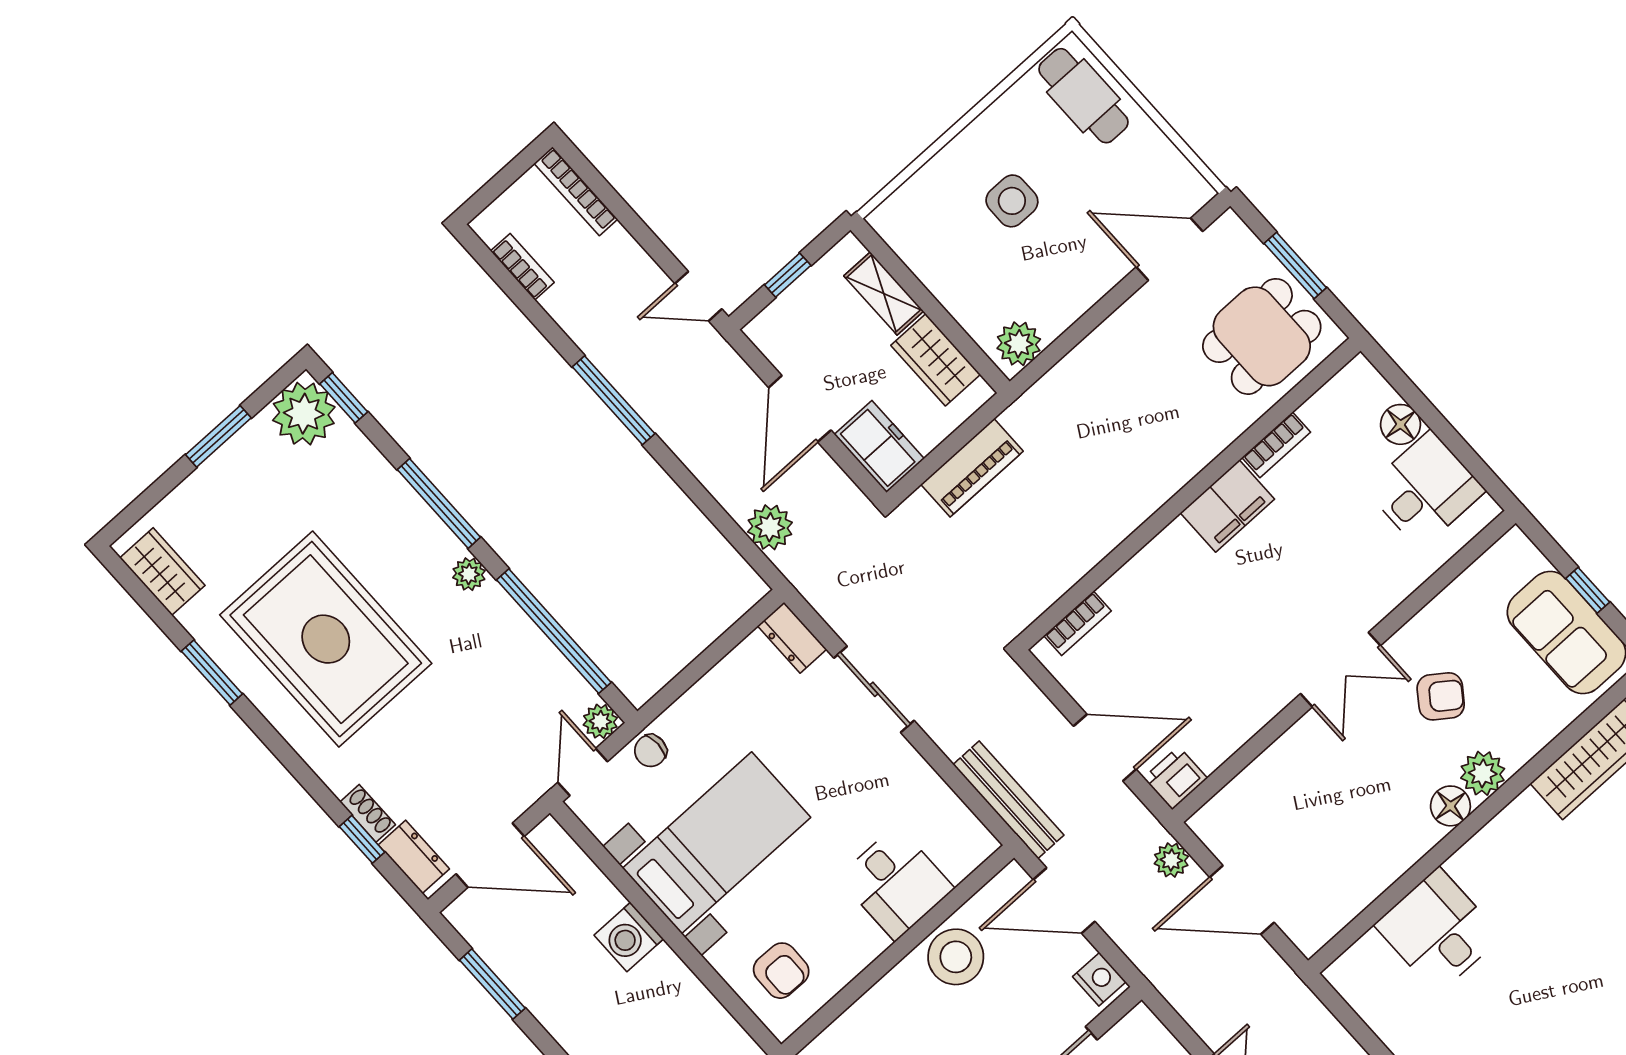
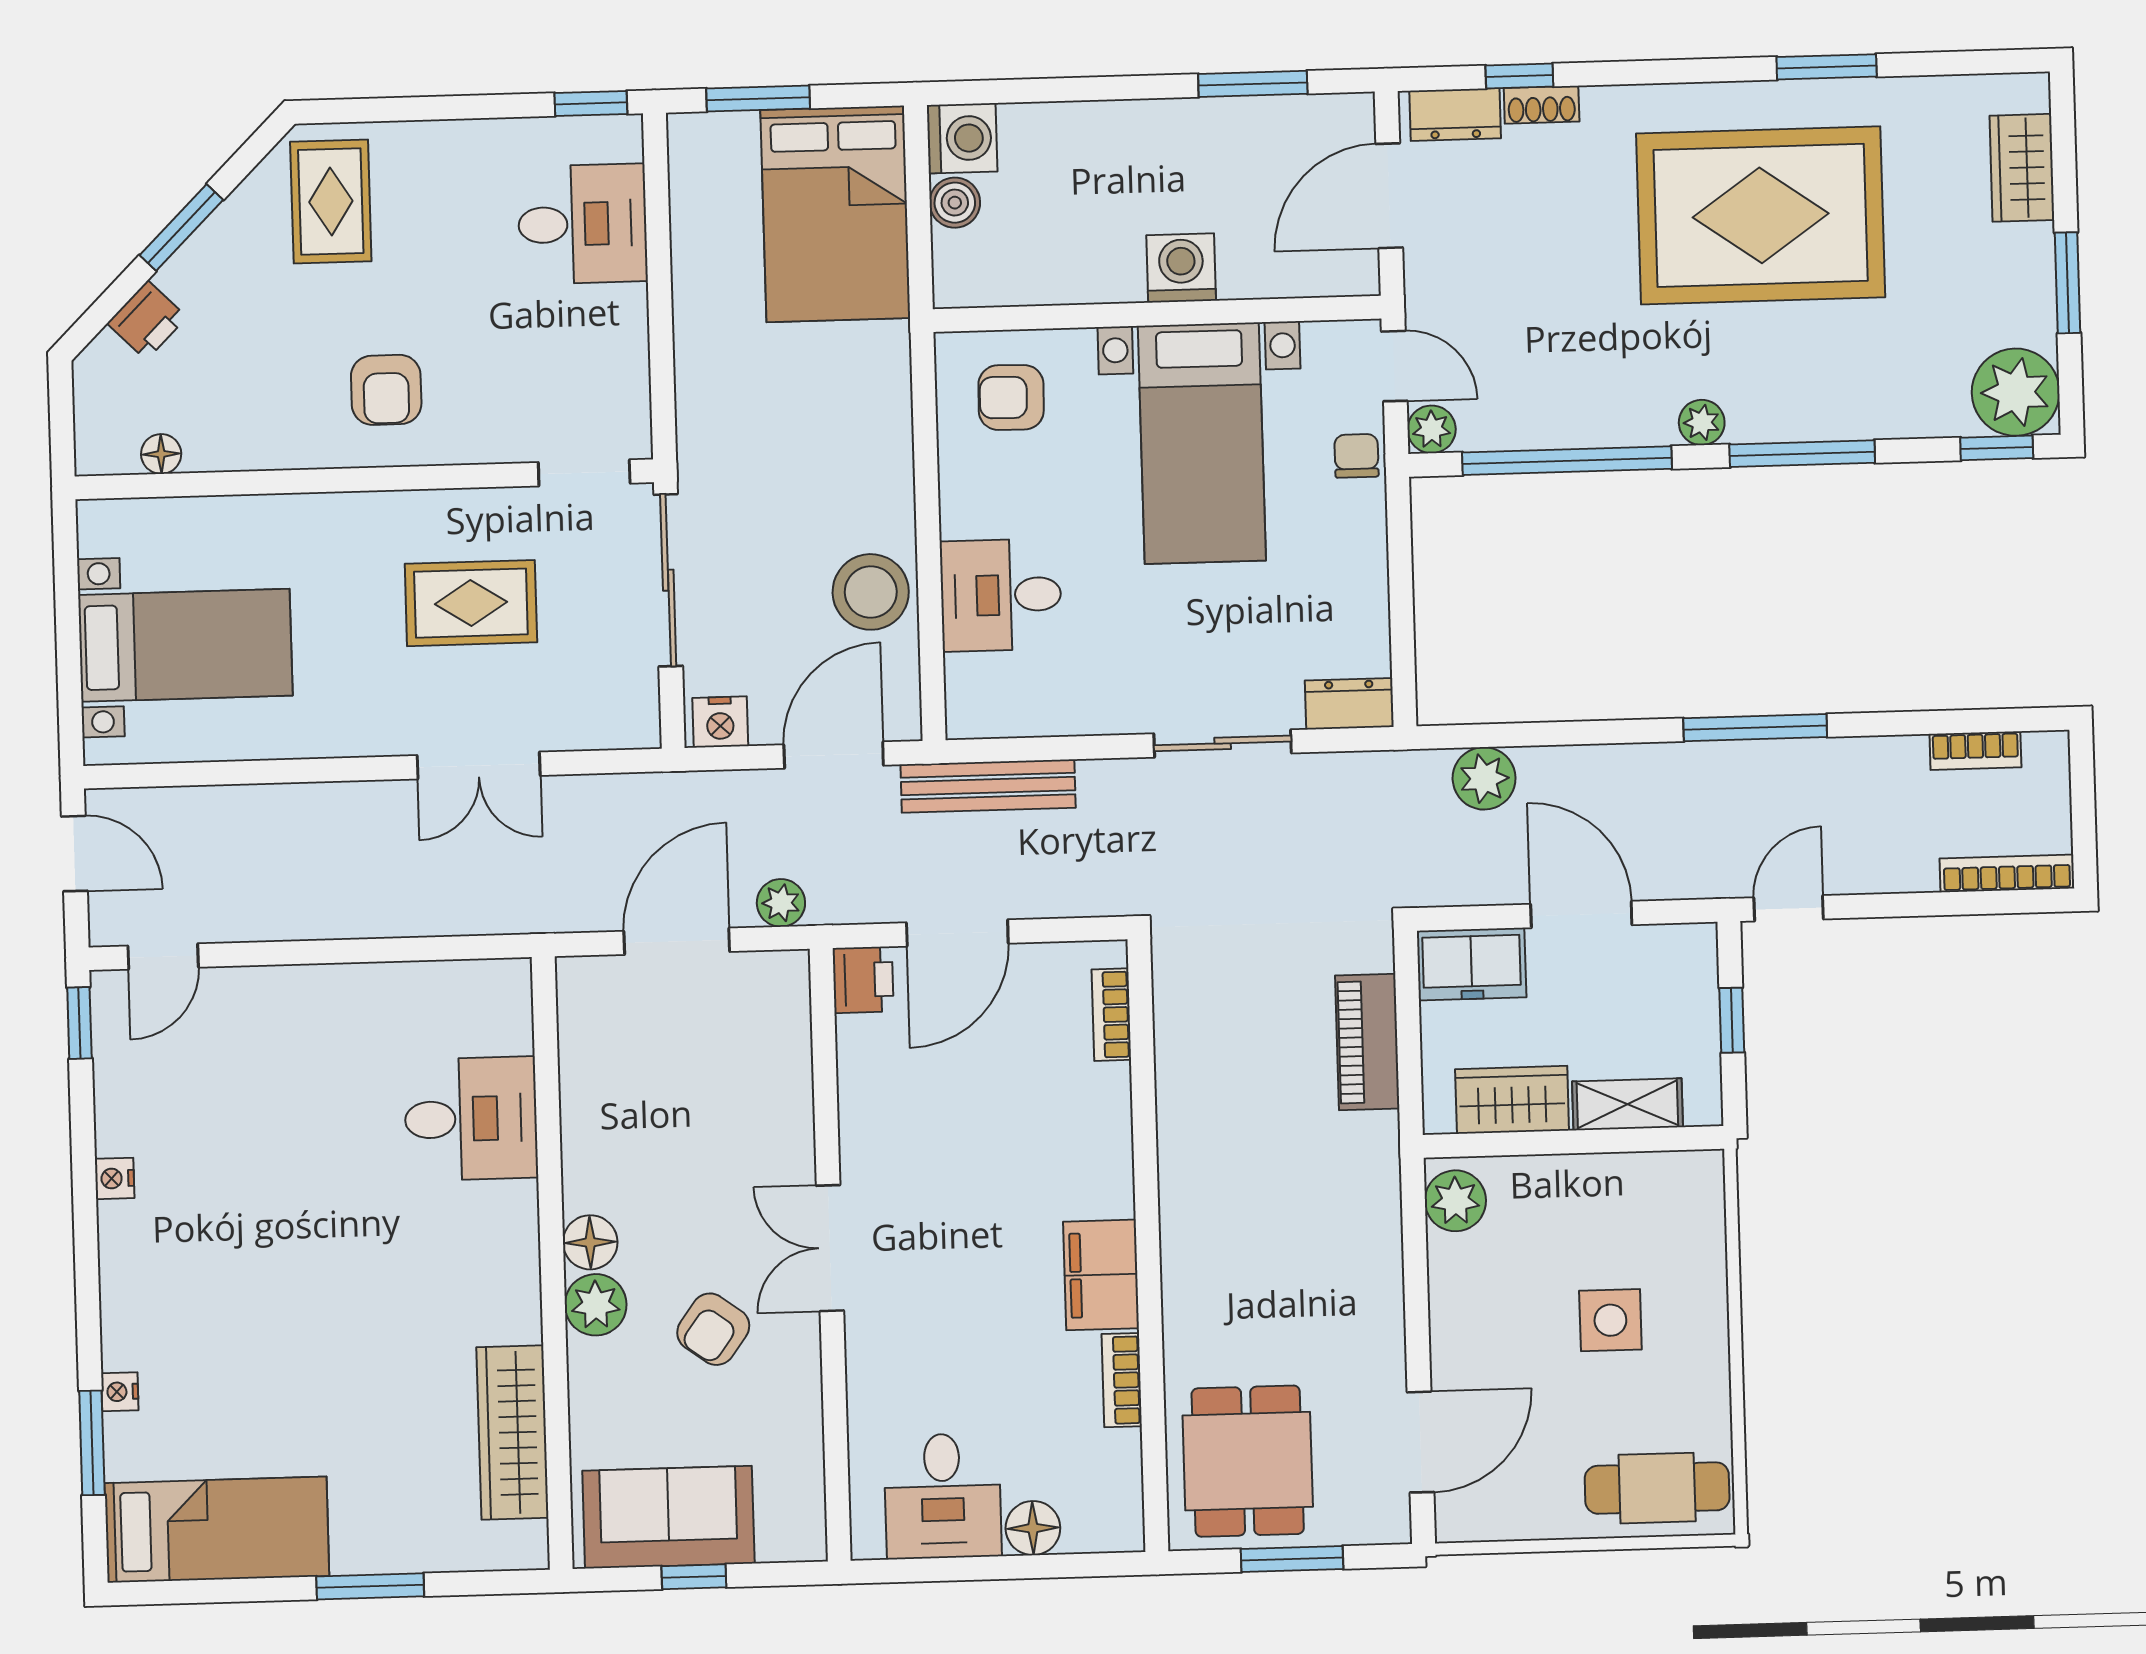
wardrobe: (162, 572) -> (2022, 168), moved, turned 90

